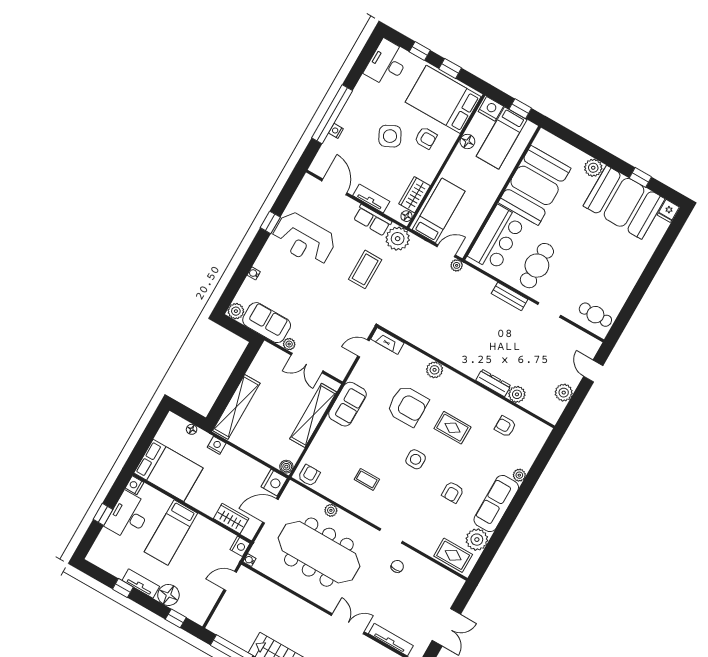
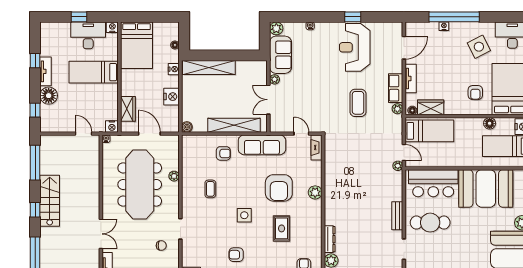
side table: (390, 136) -> (479, 47), moved
plant: (398, 239) -> (397, 109), width x0.53, depth x0.53
coffee table: (365, 269) -> (358, 103), turned 90
sofa: (347, 404) -> (262, 145), width x1.36
armchair: (309, 475) -> (223, 153), moved
nightstand: (274, 483) -> (172, 97), moved, turned -90

